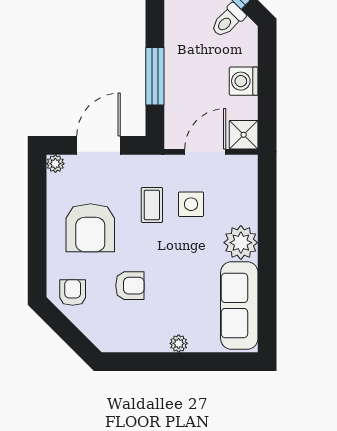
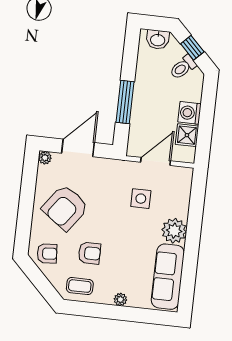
shower: (244, 135) -> (187, 135), moved
coffee table: (152, 205) -> (80, 286), moved, turned 90
armchair: (90, 228) -> (65, 208), turned 36
armchair: (73, 293) -> (47, 253), turned 86

